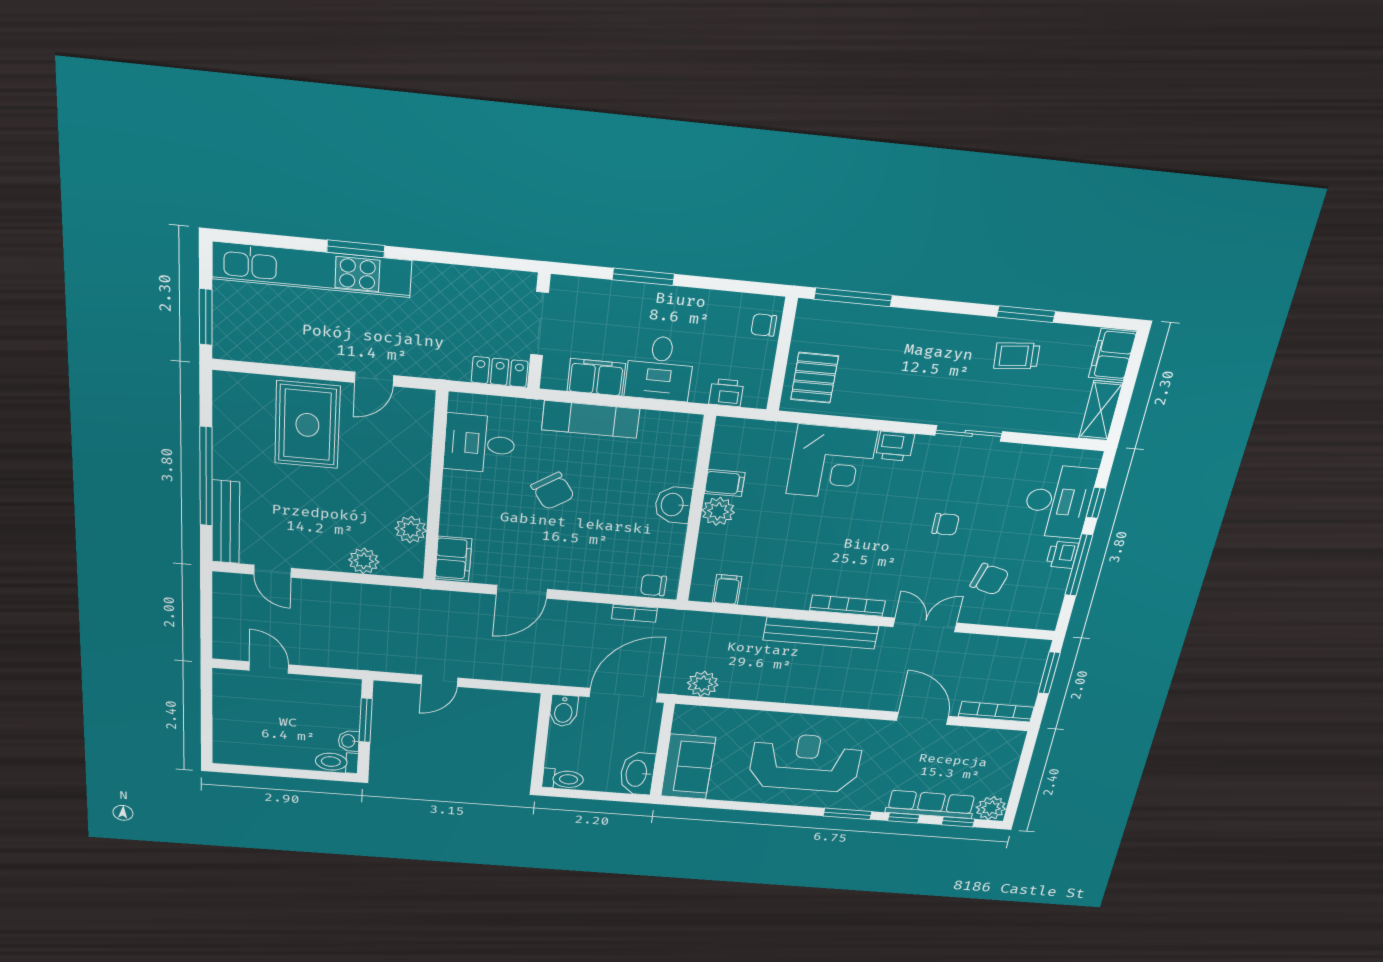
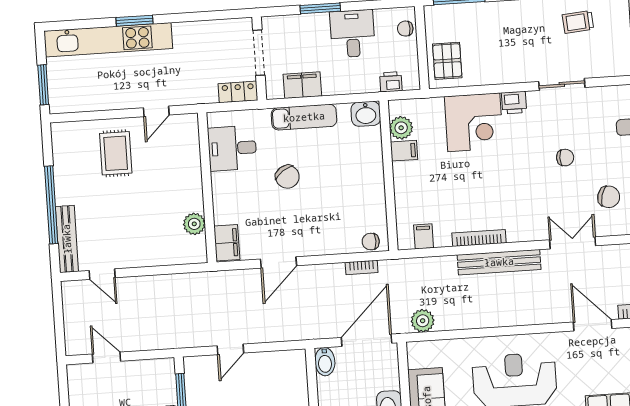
desk: (660, 368) -> (353, 34), moved, turned 180
rug: (307, 425) -> (116, 153), width x0.73, depth x0.70
washbasin: (673, 505) -> (366, 114), moved, turned -90
plant: (718, 511) -> (401, 128), moved
plant: (364, 561) -> (165, 255), removed
bookcase: (847, 606) -> (479, 238), moved

